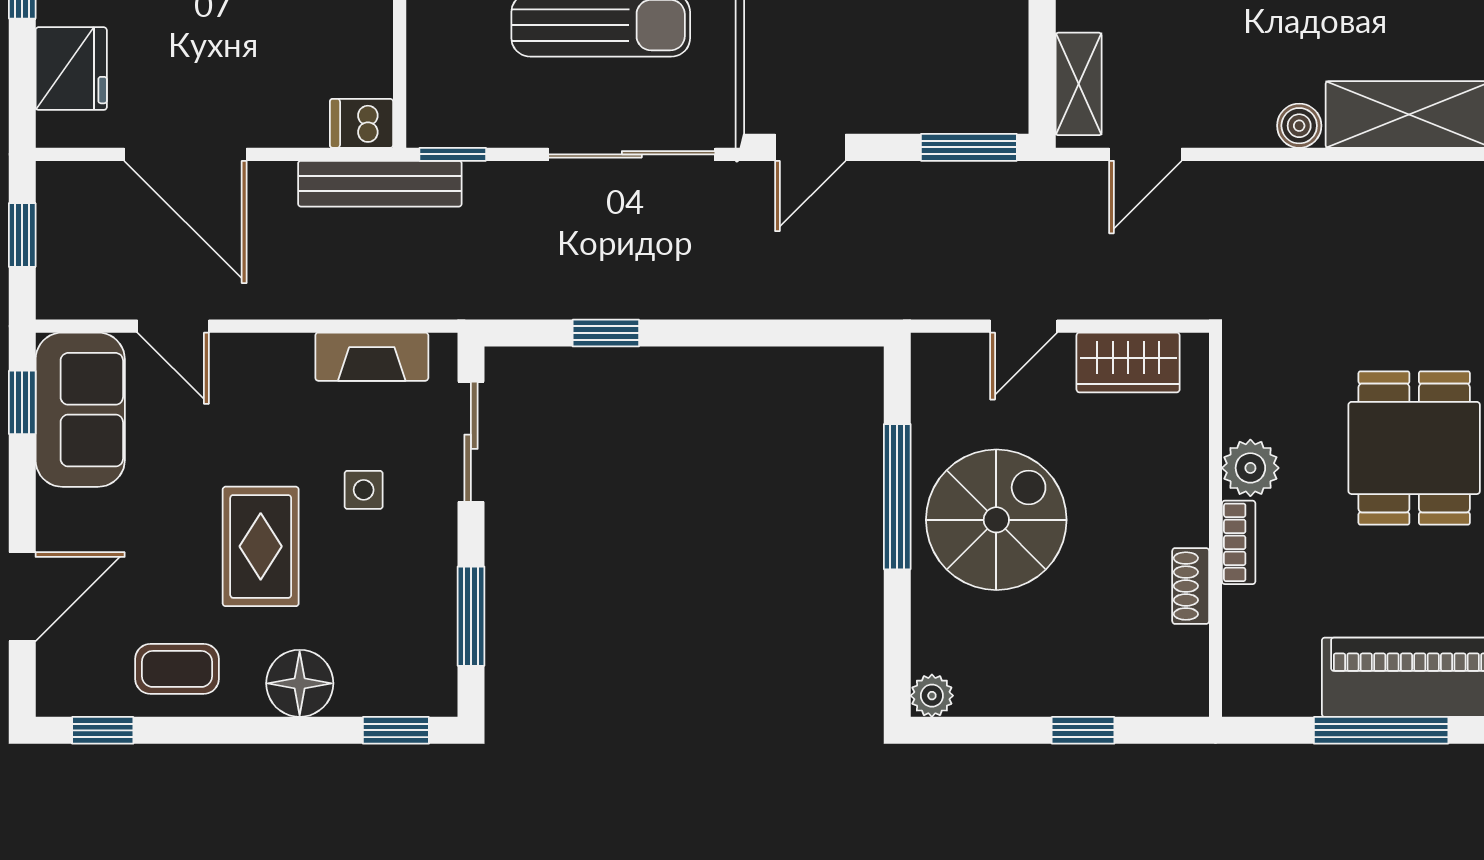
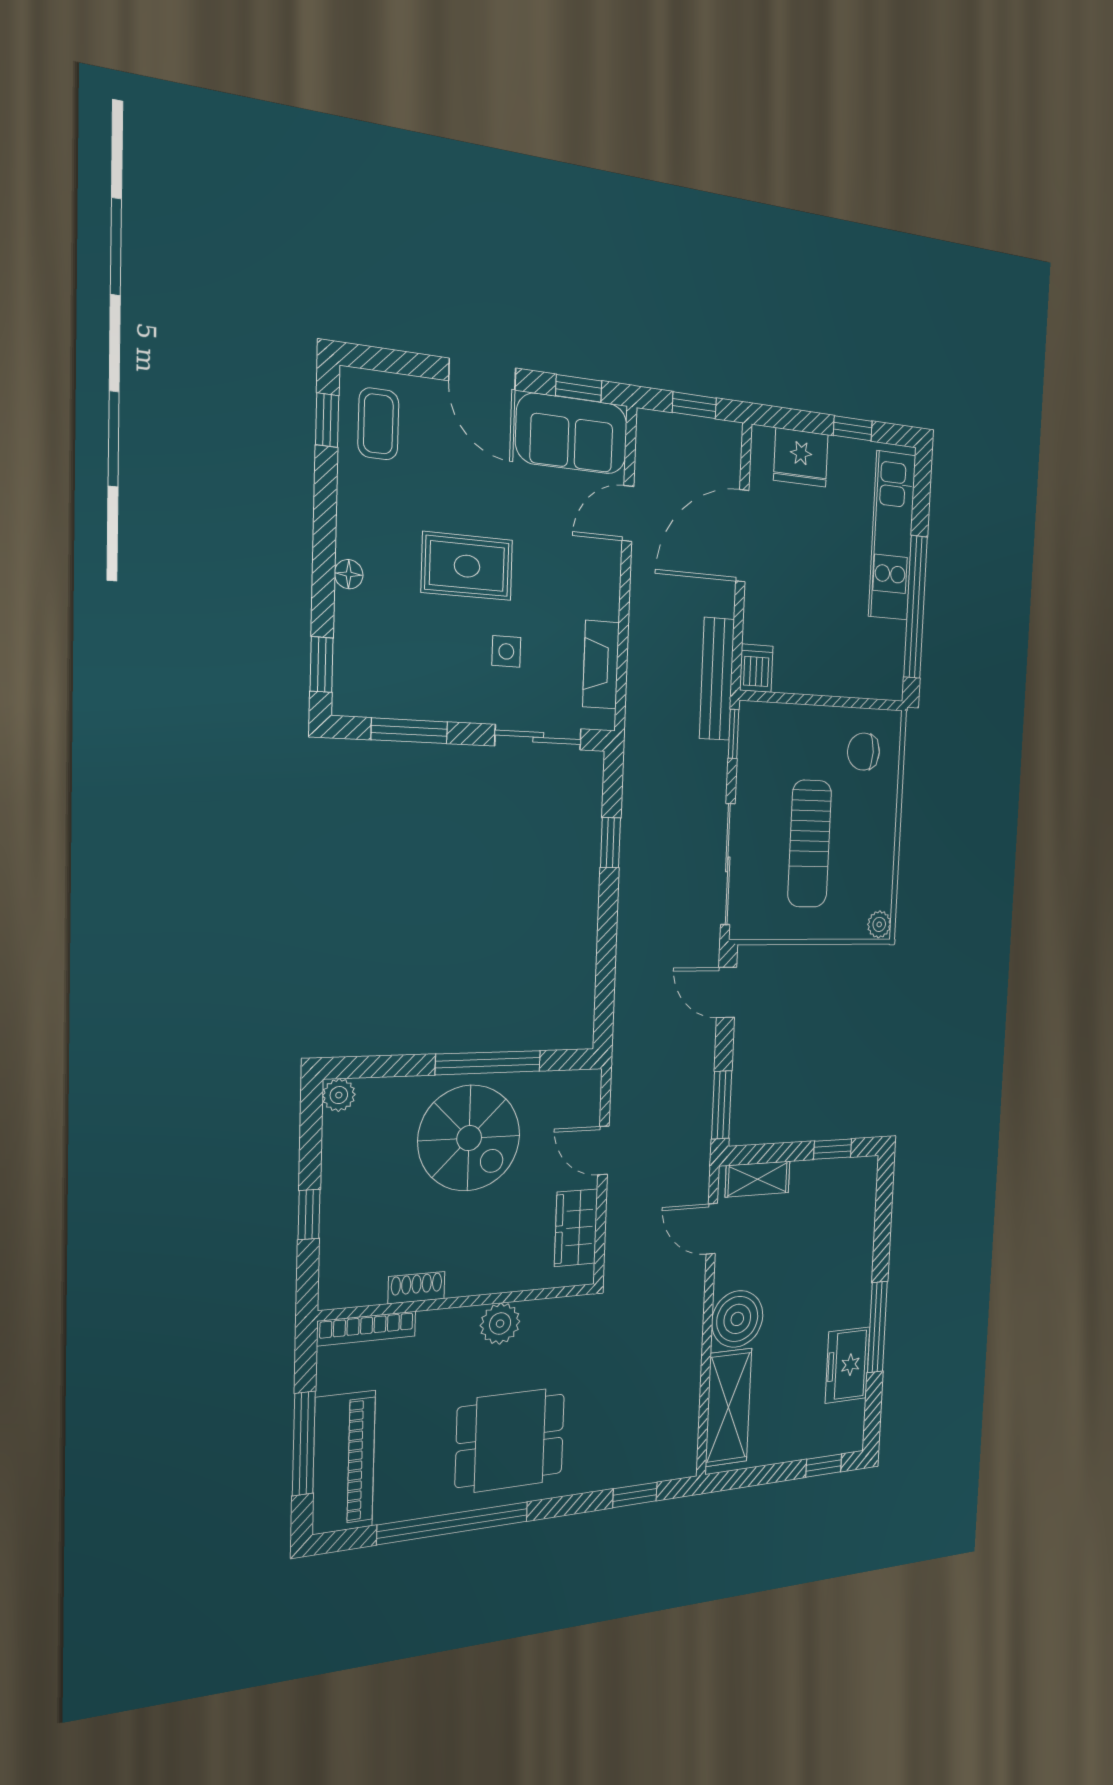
boiler: (1299, 126) -> (737, 1319), width x1.86, depth x1.86
bookcase: (1239, 542) -> (366, 1329), moved, width x1.56
door: (22, 597) -> (482, 374), moved
coffee table: (177, 669) -> (378, 424), moved
floor lamp: (300, 683) -> (349, 574), width x0.53, depth x0.53

